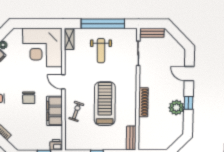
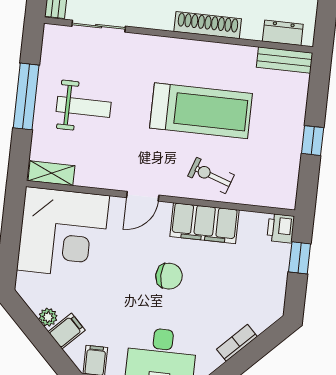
window: (103, 24) -> (26, 96), width x0.68
treadmill: (105, 104) -> (201, 111), turned 180
dresser: (143, 136) -> (283, 33), added

